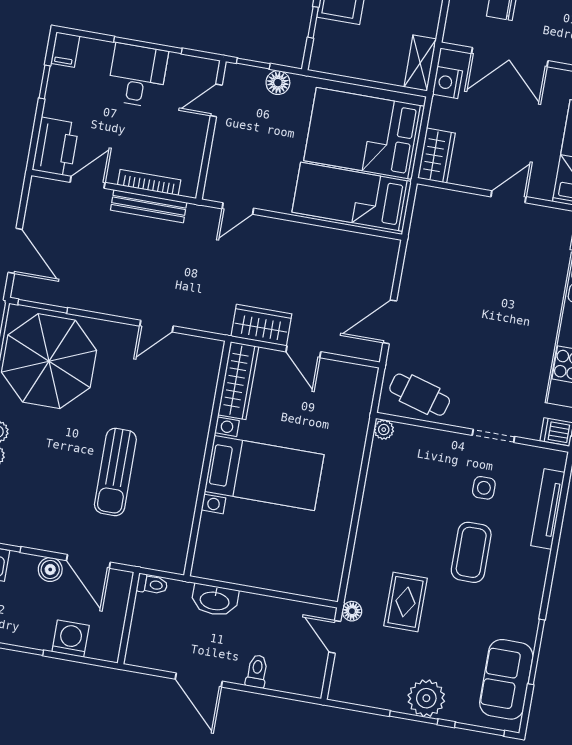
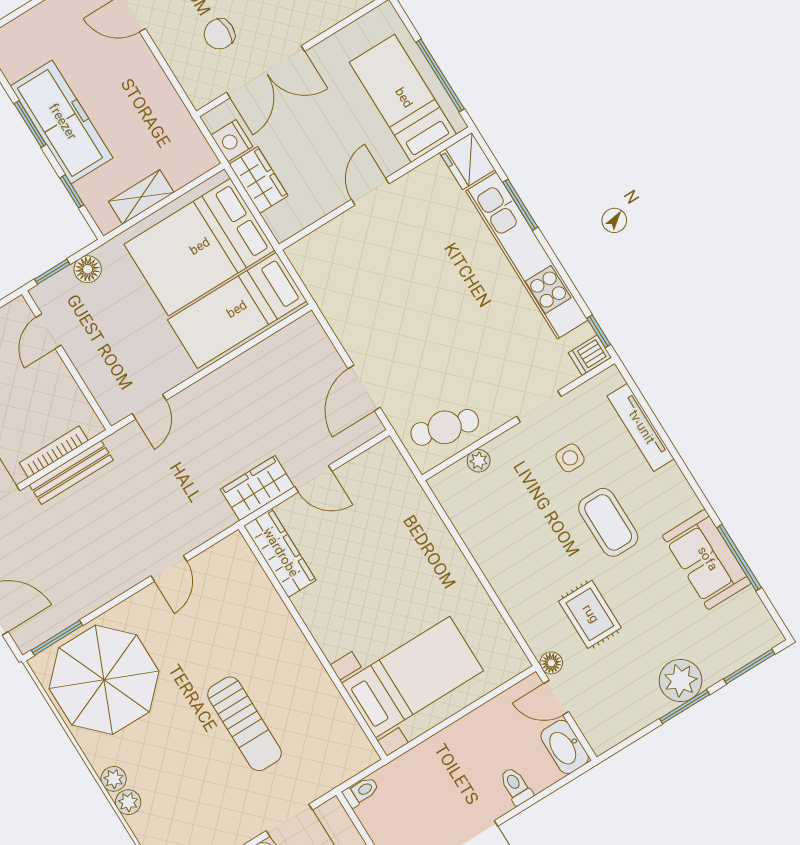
shelving: (420, 63) -> (141, 197), moved, turned 90
wardrobe: (436, 156) -> (259, 180), moved
plant: (384, 430) -> (479, 461), moved
bed with nightstands: (264, 473) -> (412, 677), moved
washbasin: (215, 600) -> (565, 747), moved, turned 90
sofa: (506, 679) -> (707, 559), moved

